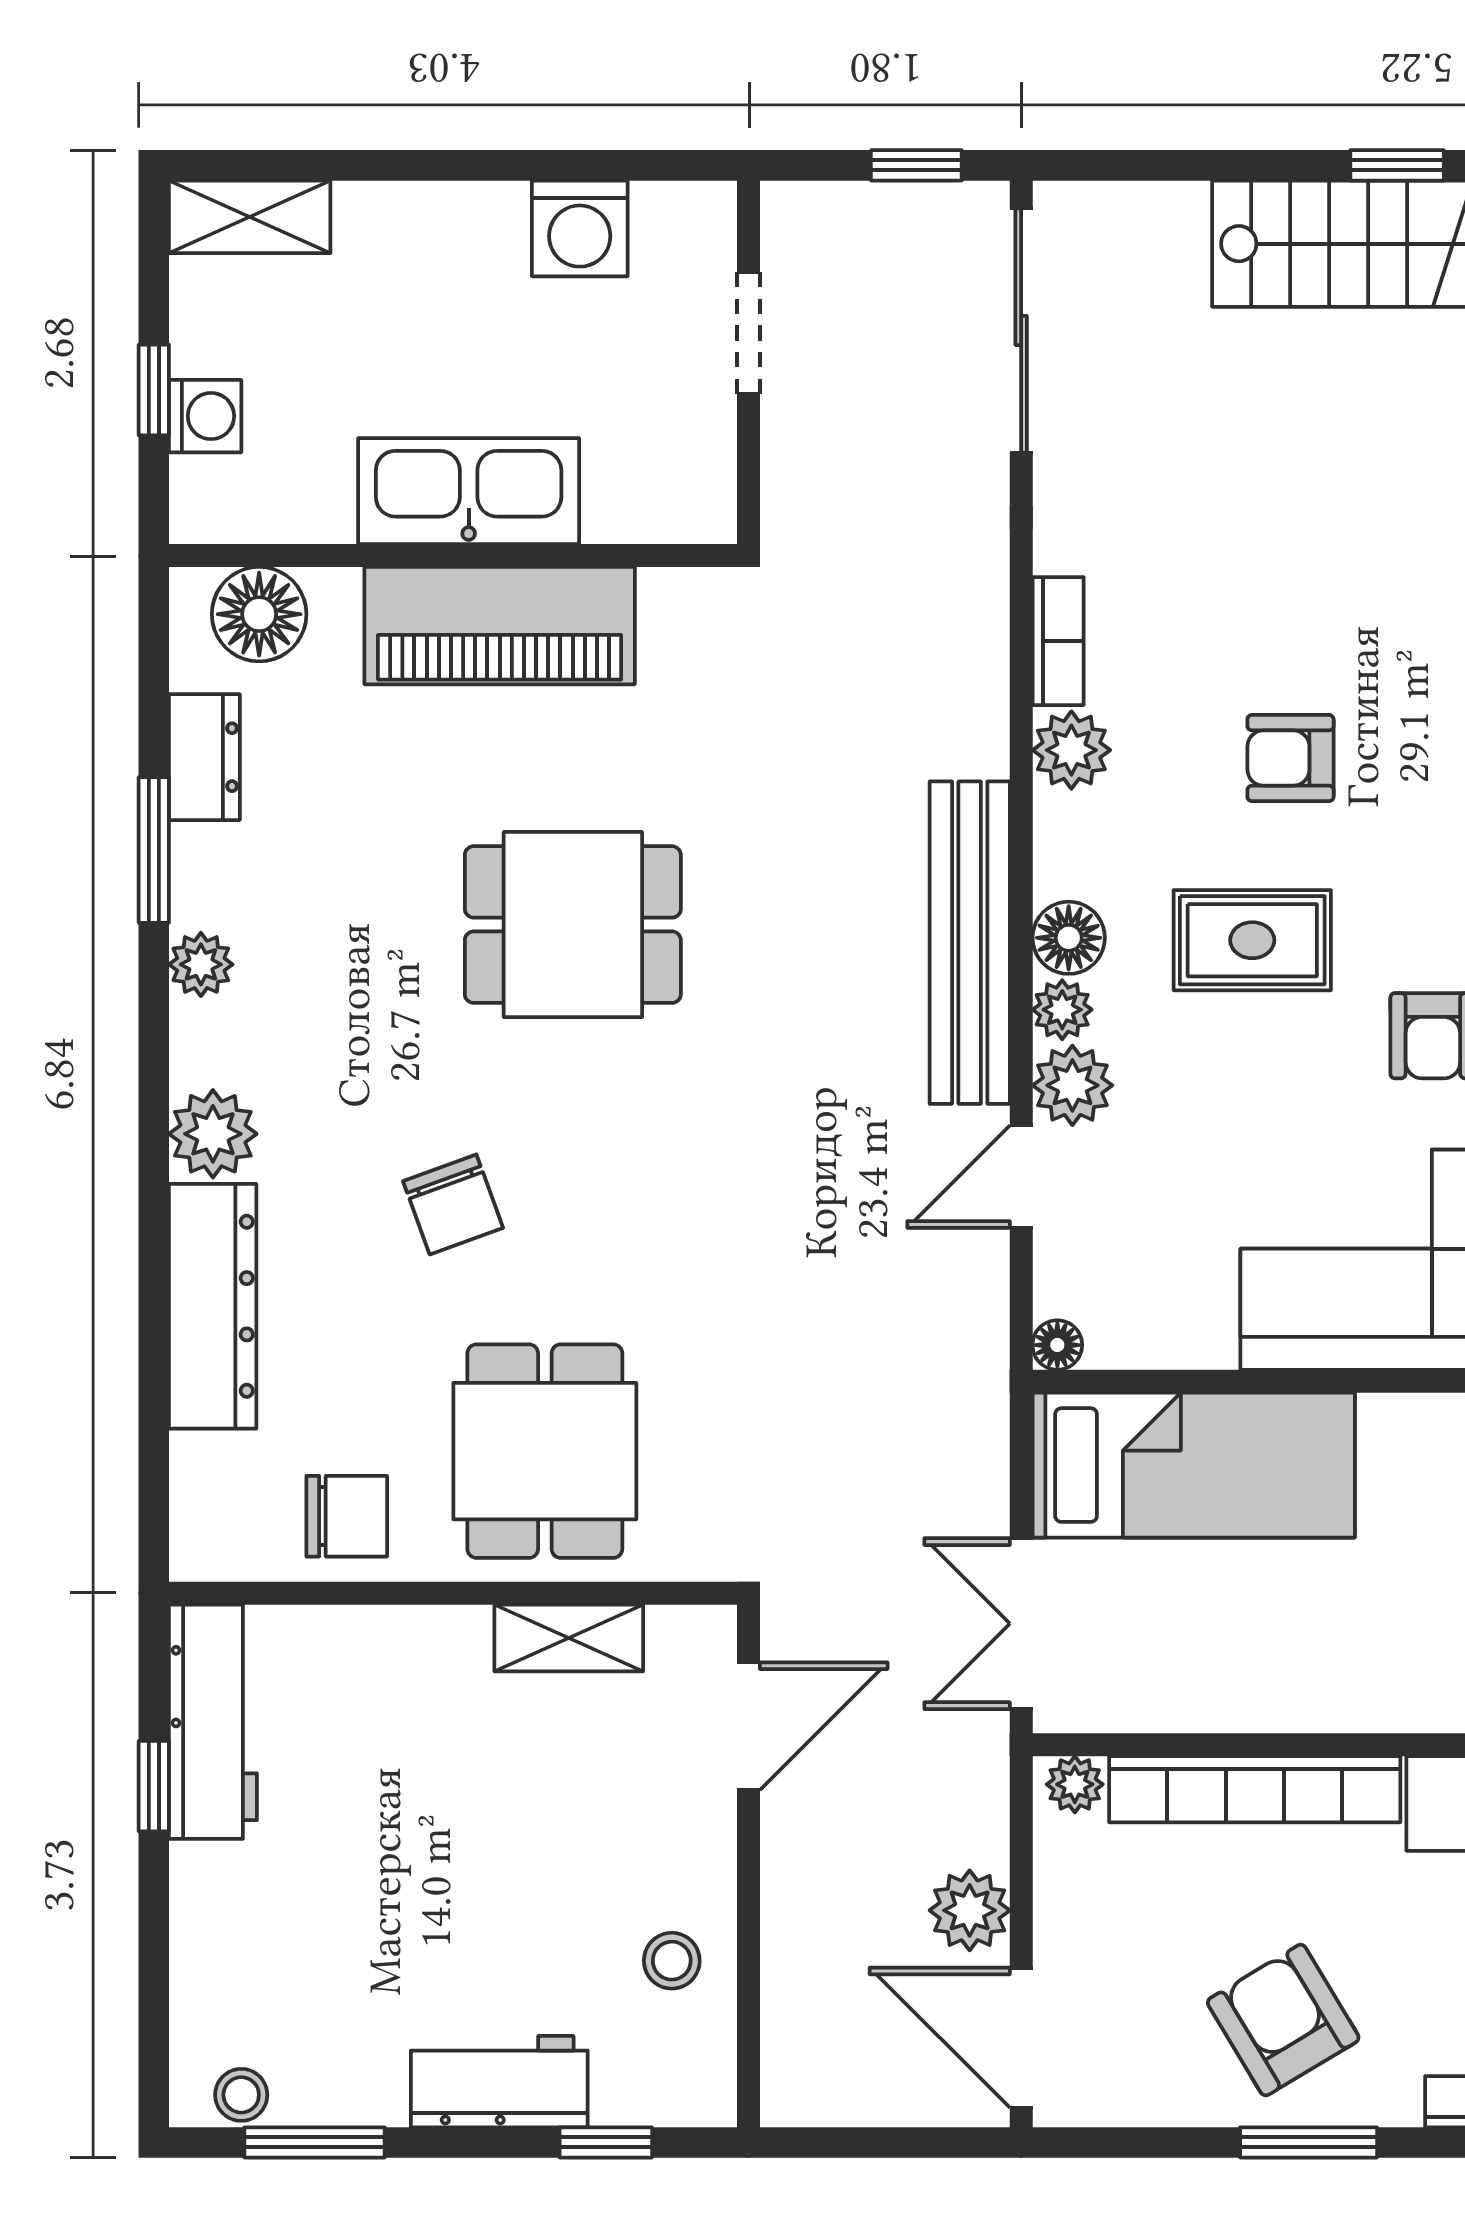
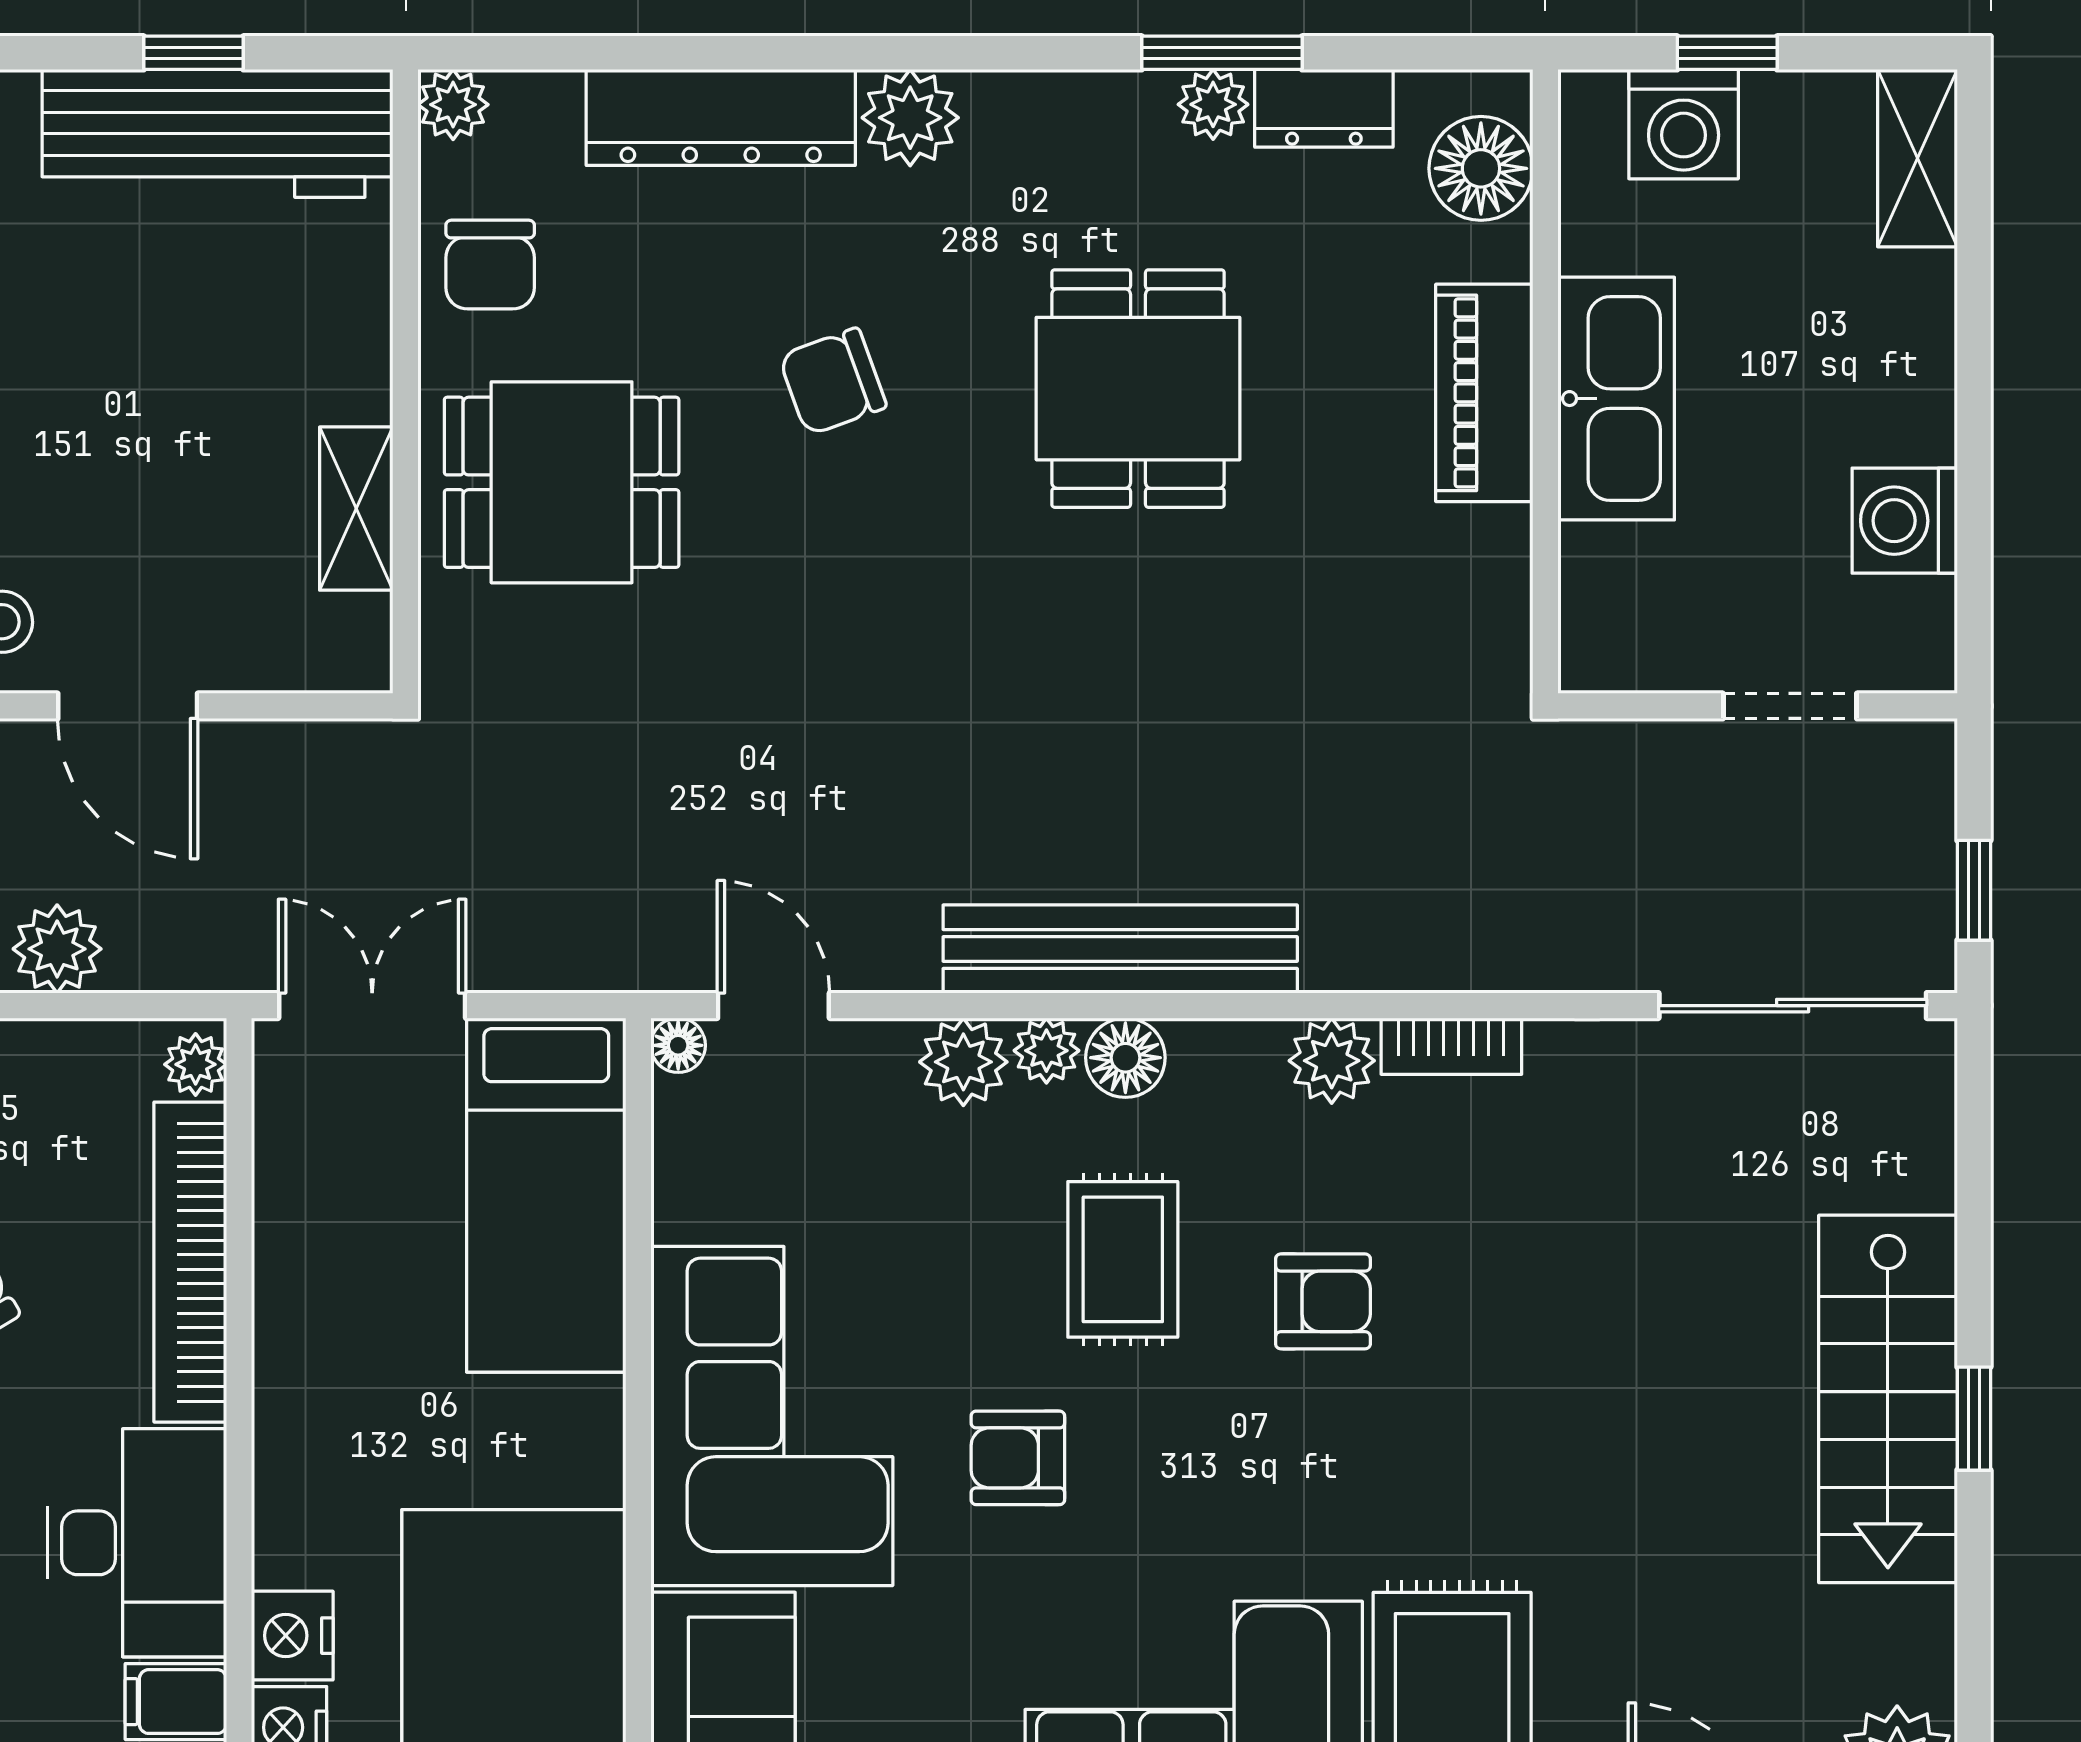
washing machine: (205, 416) -> (1684, 124), width x1.38, depth x1.38
piano: (500, 626) -> (1484, 393), width x0.73, depth x0.75
armchair: (1290, 758) -> (1323, 1301), turned 90
dining table: (573, 925) -> (1138, 389), moved
plant: (201, 964) -> (1213, 104), moved
door: (1021, 1177) -> (773, 1006), moved
plant: (201, 1550) -> (453, 105), added
workbench: (213, 1722) -> (218, 133), width x1.36, depth x1.32
door: (748, 1726) -> (128, 706), moved

